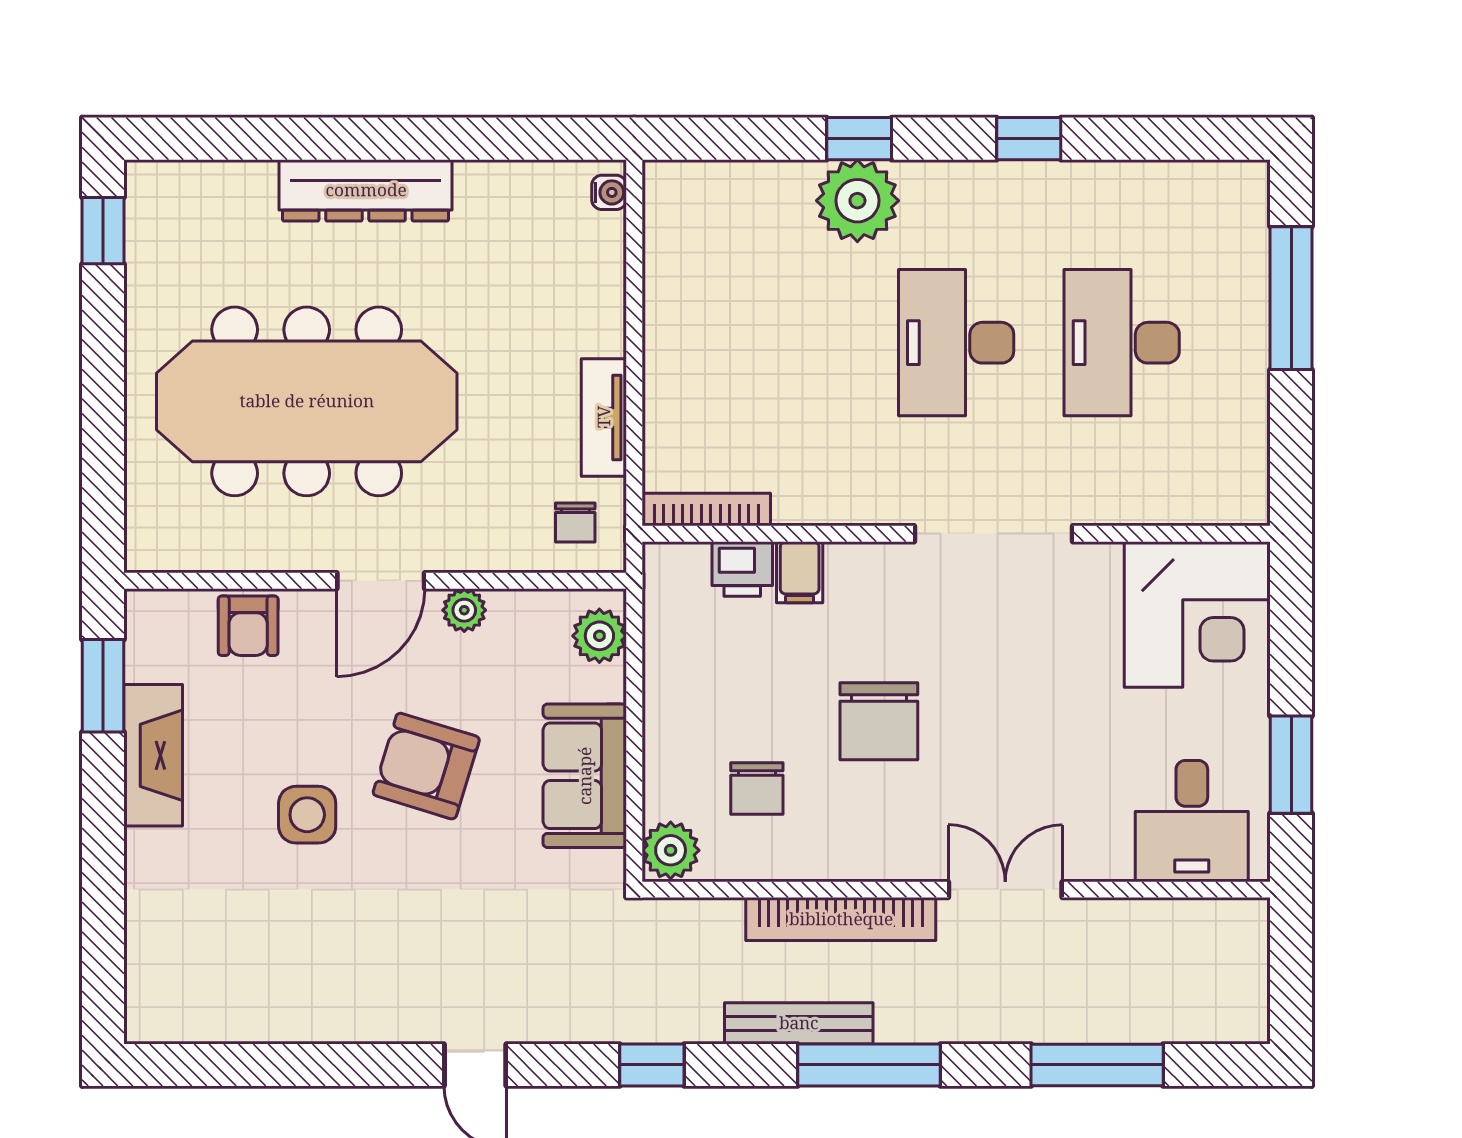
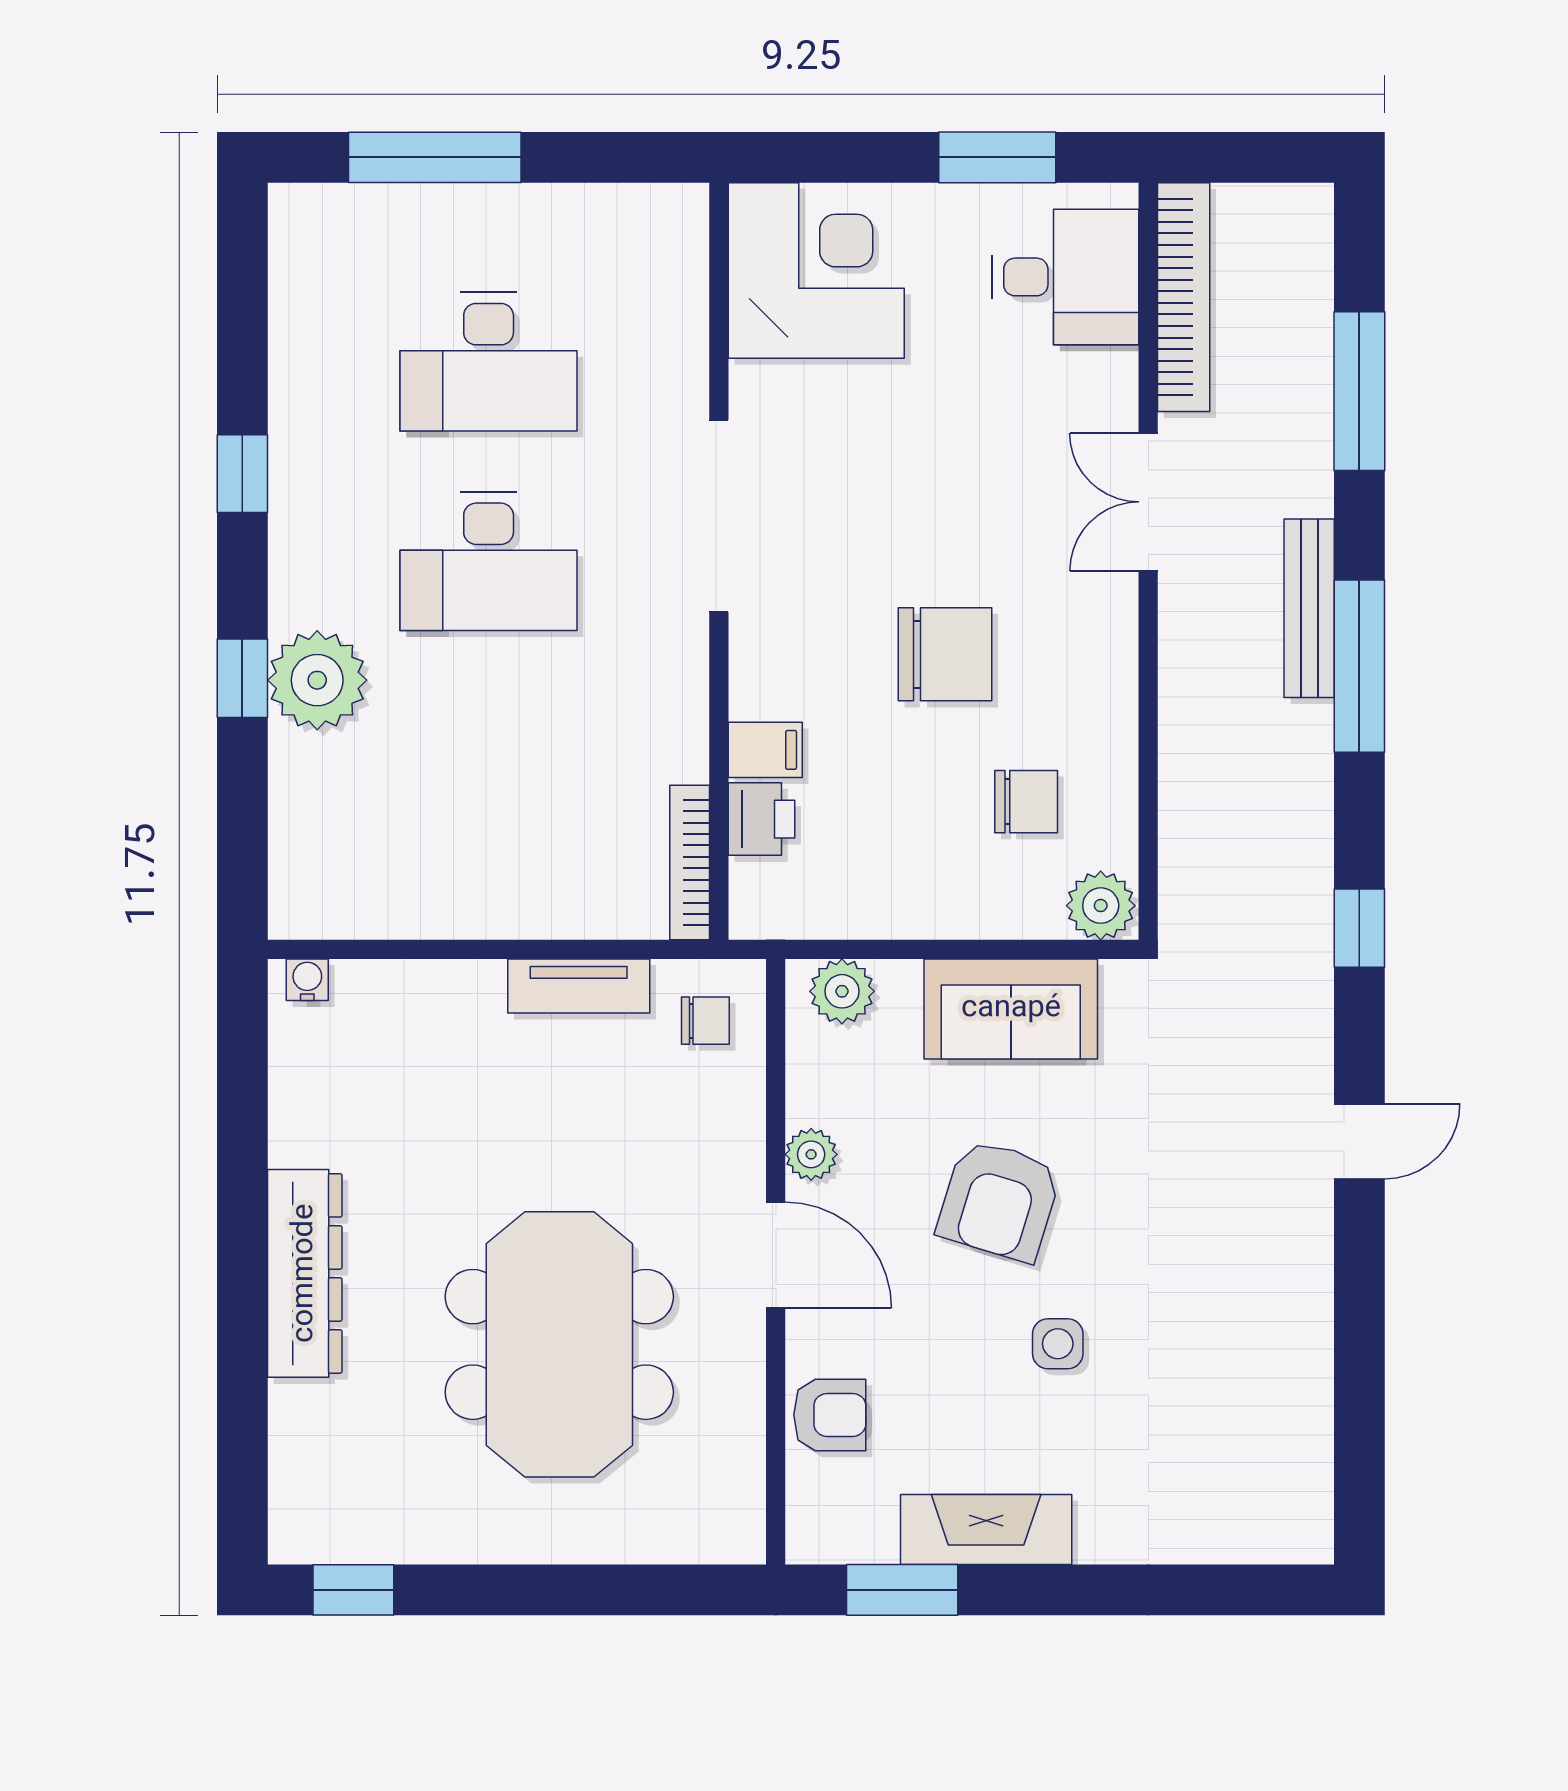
meeting table: (307, 401) -> (559, 1344), width x0.73
side table: (307, 815) -> (1058, 1344), width x0.73, depth x0.73
bookcase: (841, 919) -> (1184, 297), moved
bench: (799, 1023) -> (1309, 608), moved

